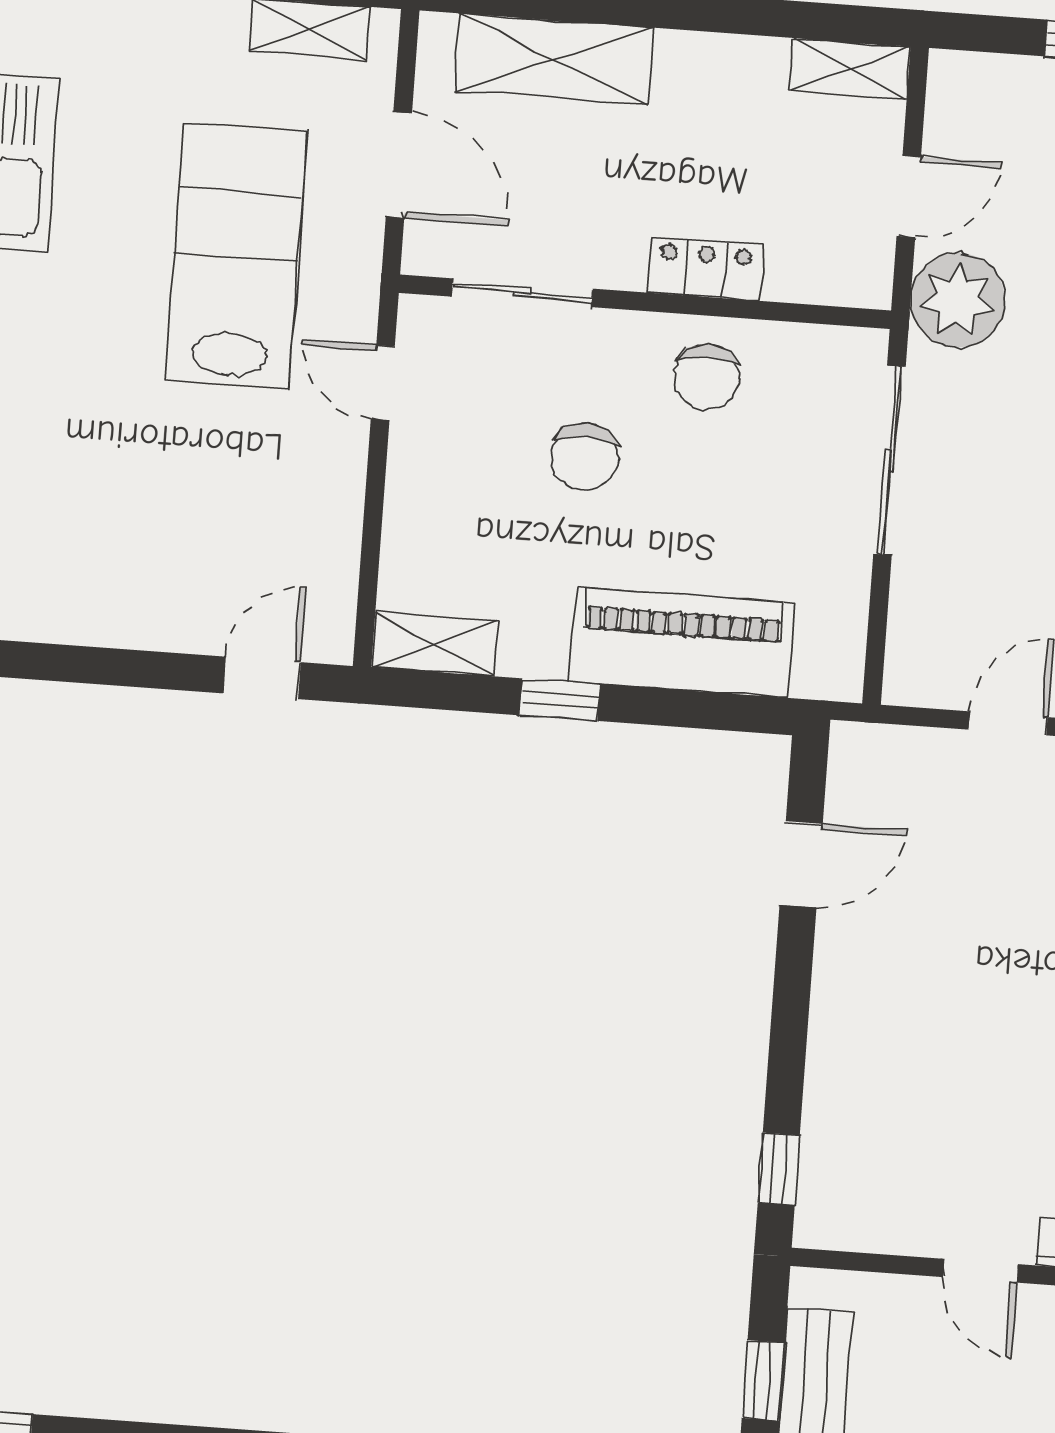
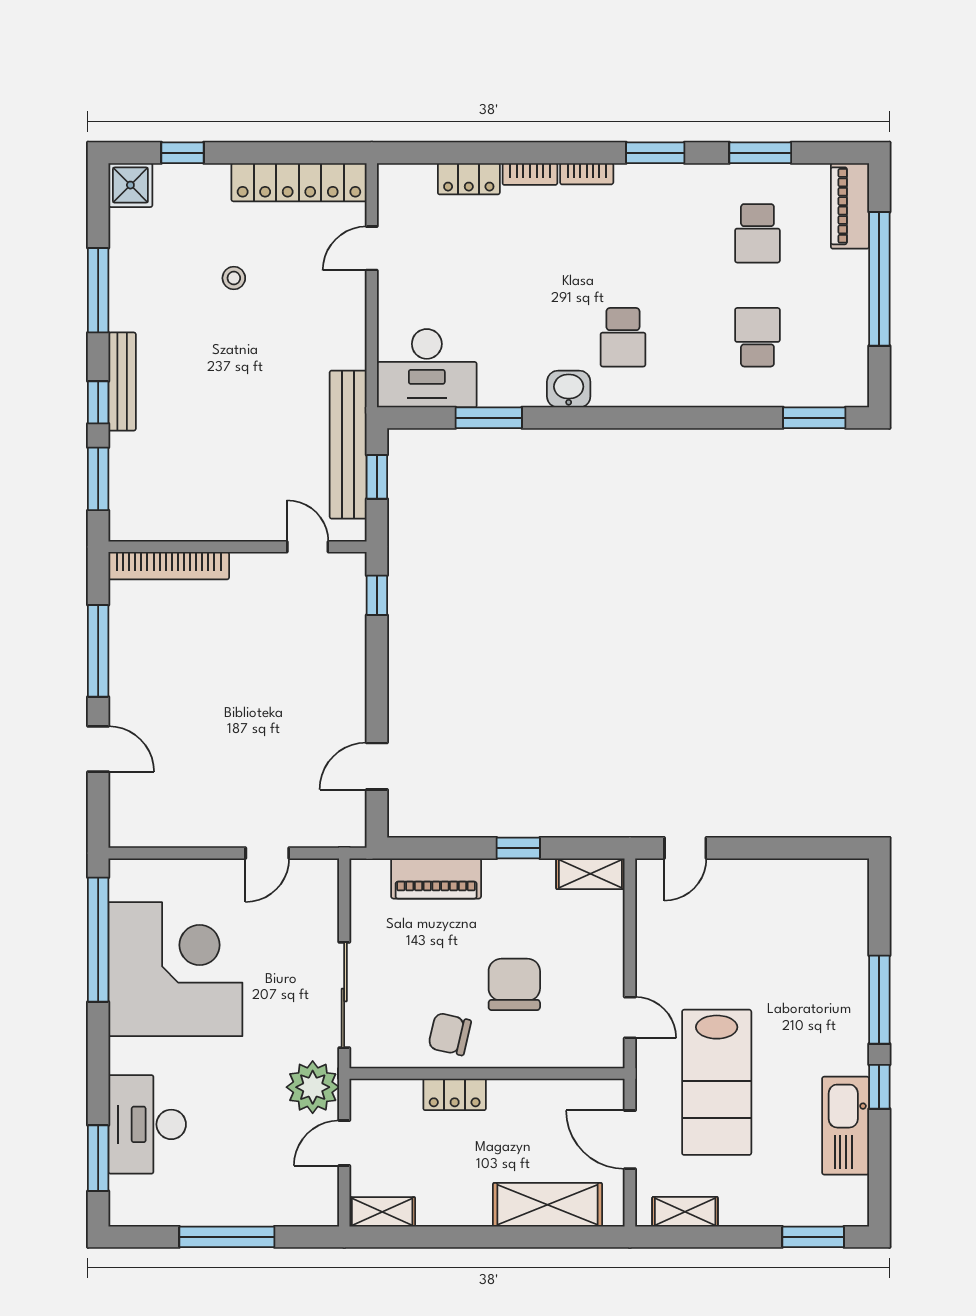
sliding door: (522, 293) -> (556, 1073), removed
chair: (706, 377) -> (450, 1034), turned -77
chair: (585, 457) -> (514, 984), width x1.37, depth x1.37
piano: (682, 642) -> (436, 878), width x0.73, depth x0.75
door: (981, 1271) -> (308, 547), moved

